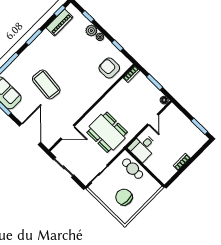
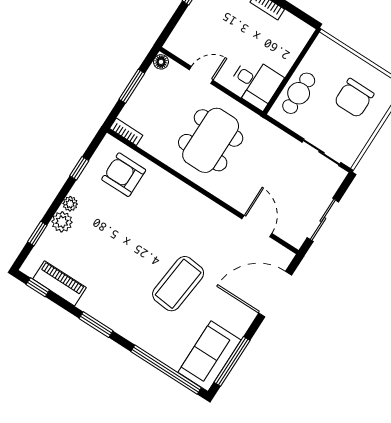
armchair: (109, 68) -> (124, 175), turned 90
dining table: (107, 132) -> (211, 140), moved

